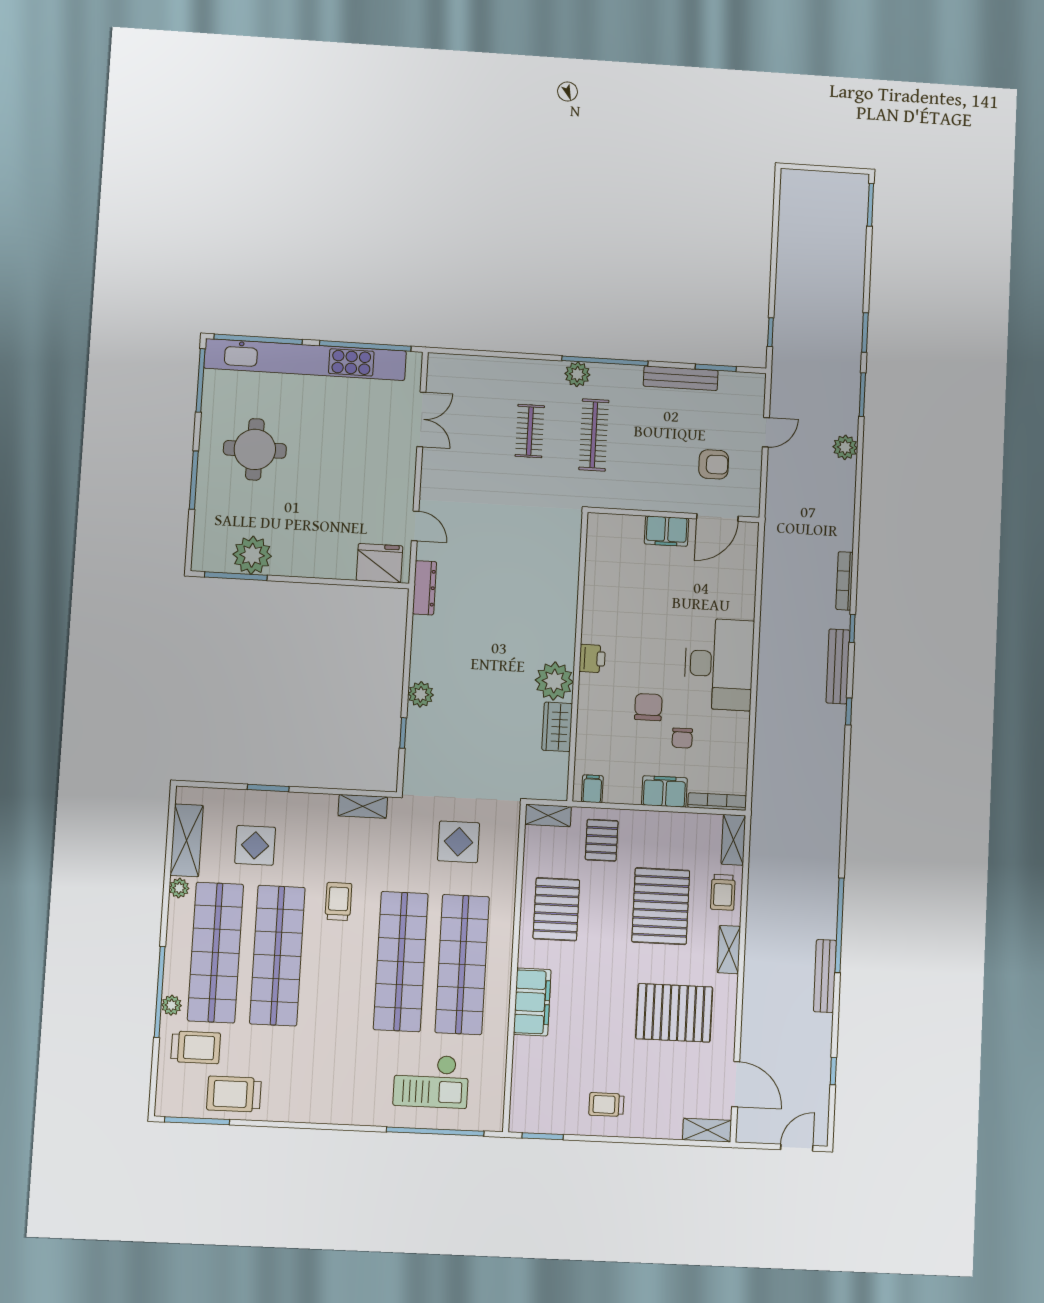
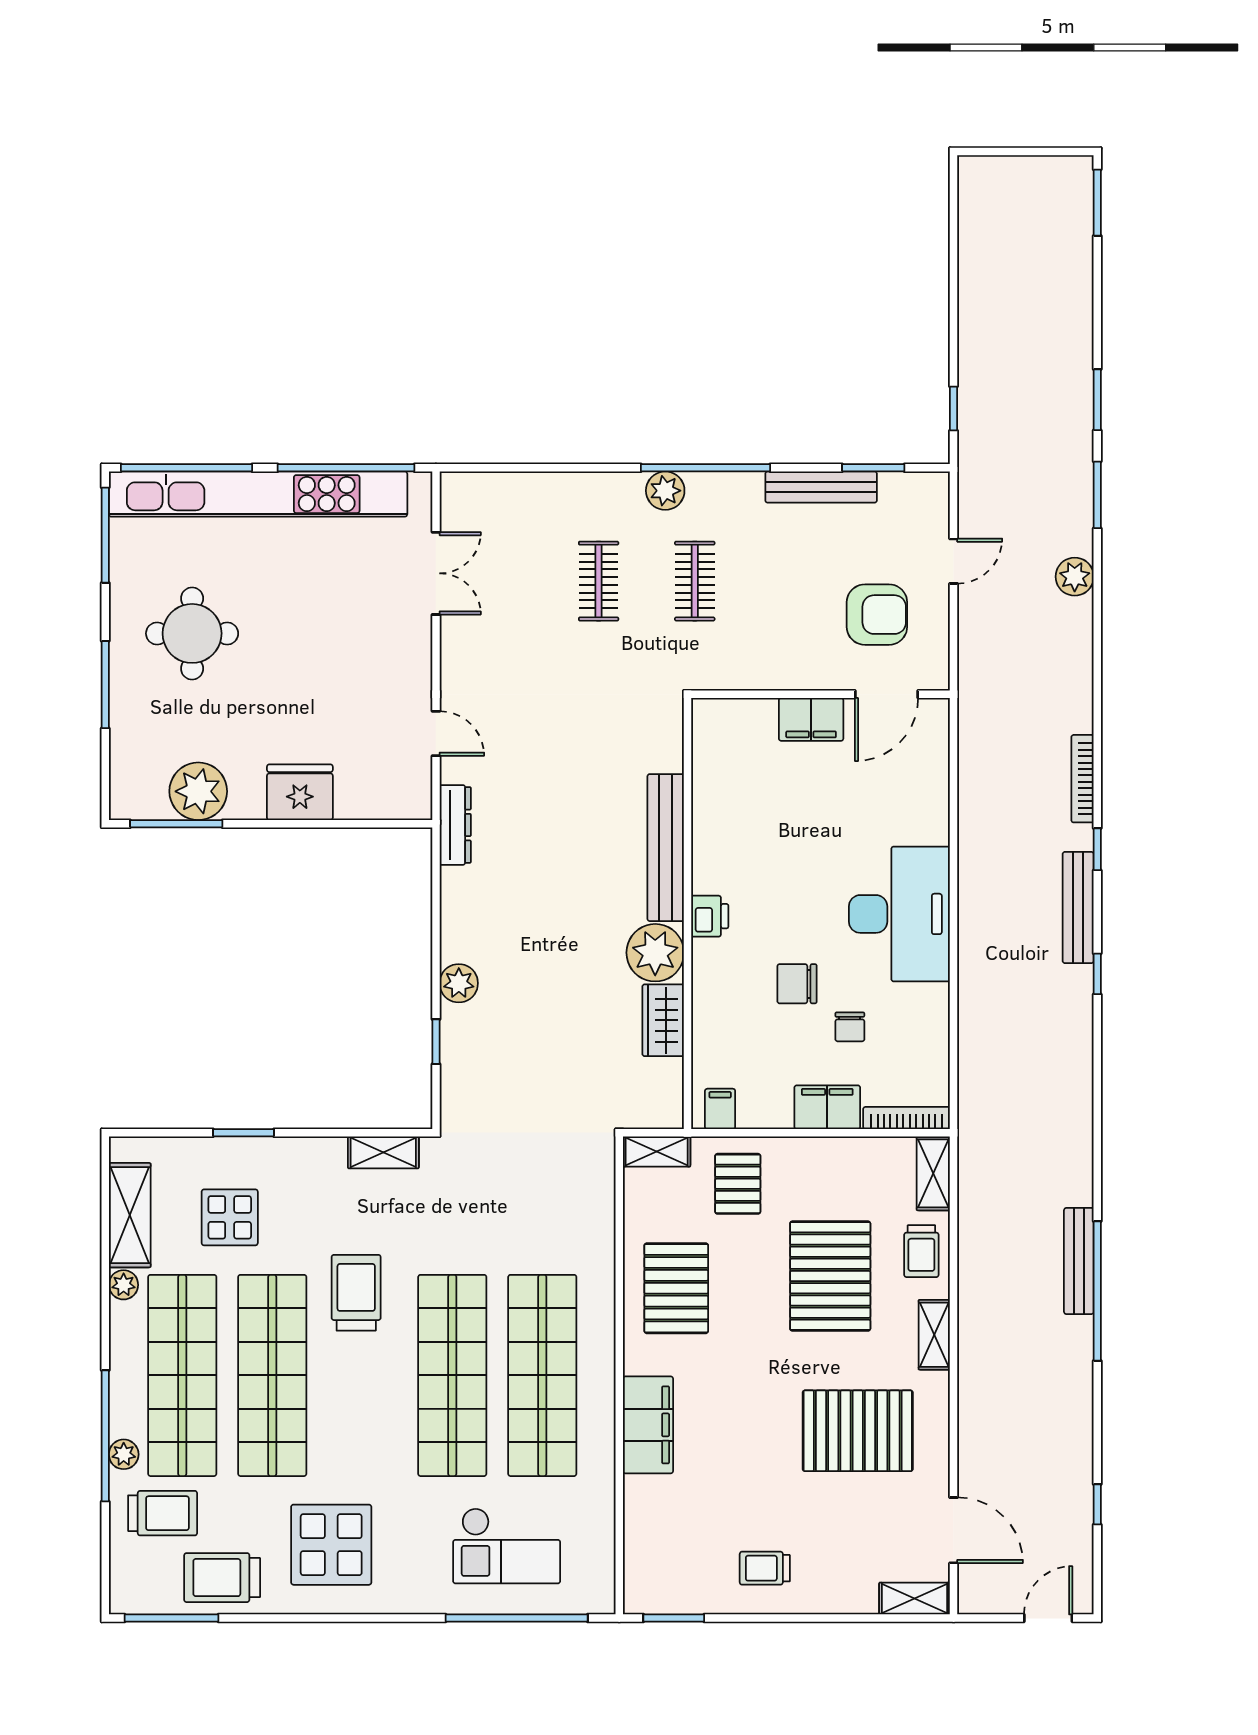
clothes rail: (594, 435) -> (695, 581), width x0.73
armchair: (714, 464) -> (877, 615), width x1.38, depth x1.38
fridge: (379, 563) -> (300, 792), moved
bench: (565, 611) -> (666, 848), added
chair: (648, 707) -> (797, 984), turned -90
display table: (459, 842) -> (331, 1545), moved, width x1.36, depth x1.36
trolley: (338, 901) -> (356, 1293), width x1.36, depth x1.39
bench: (825, 976) -> (1079, 1261), moved

